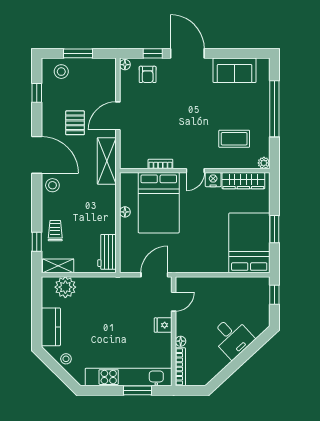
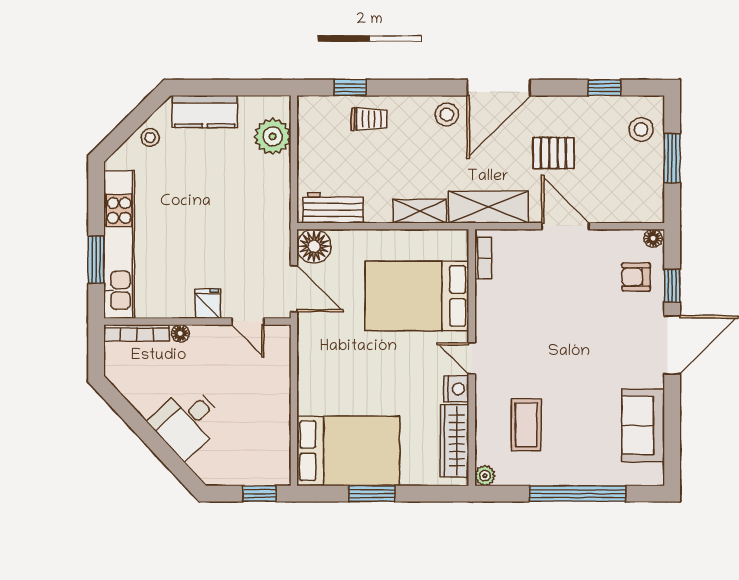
bookcase: (160, 164) -> (483, 258), moved
floor lamp: (125, 212) -> (314, 246), moved, width x1.89, depth x1.89
shelving: (58, 266) -> (420, 211), moved, turned 90

